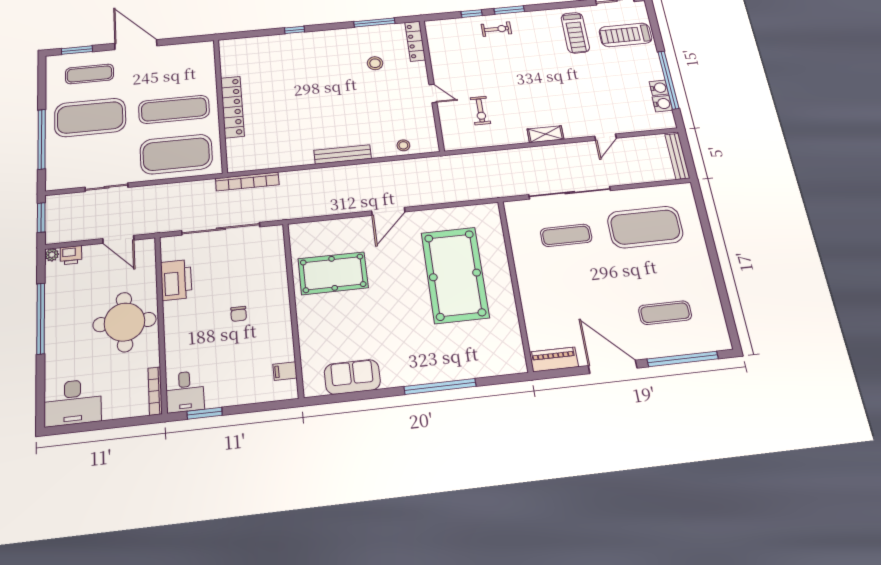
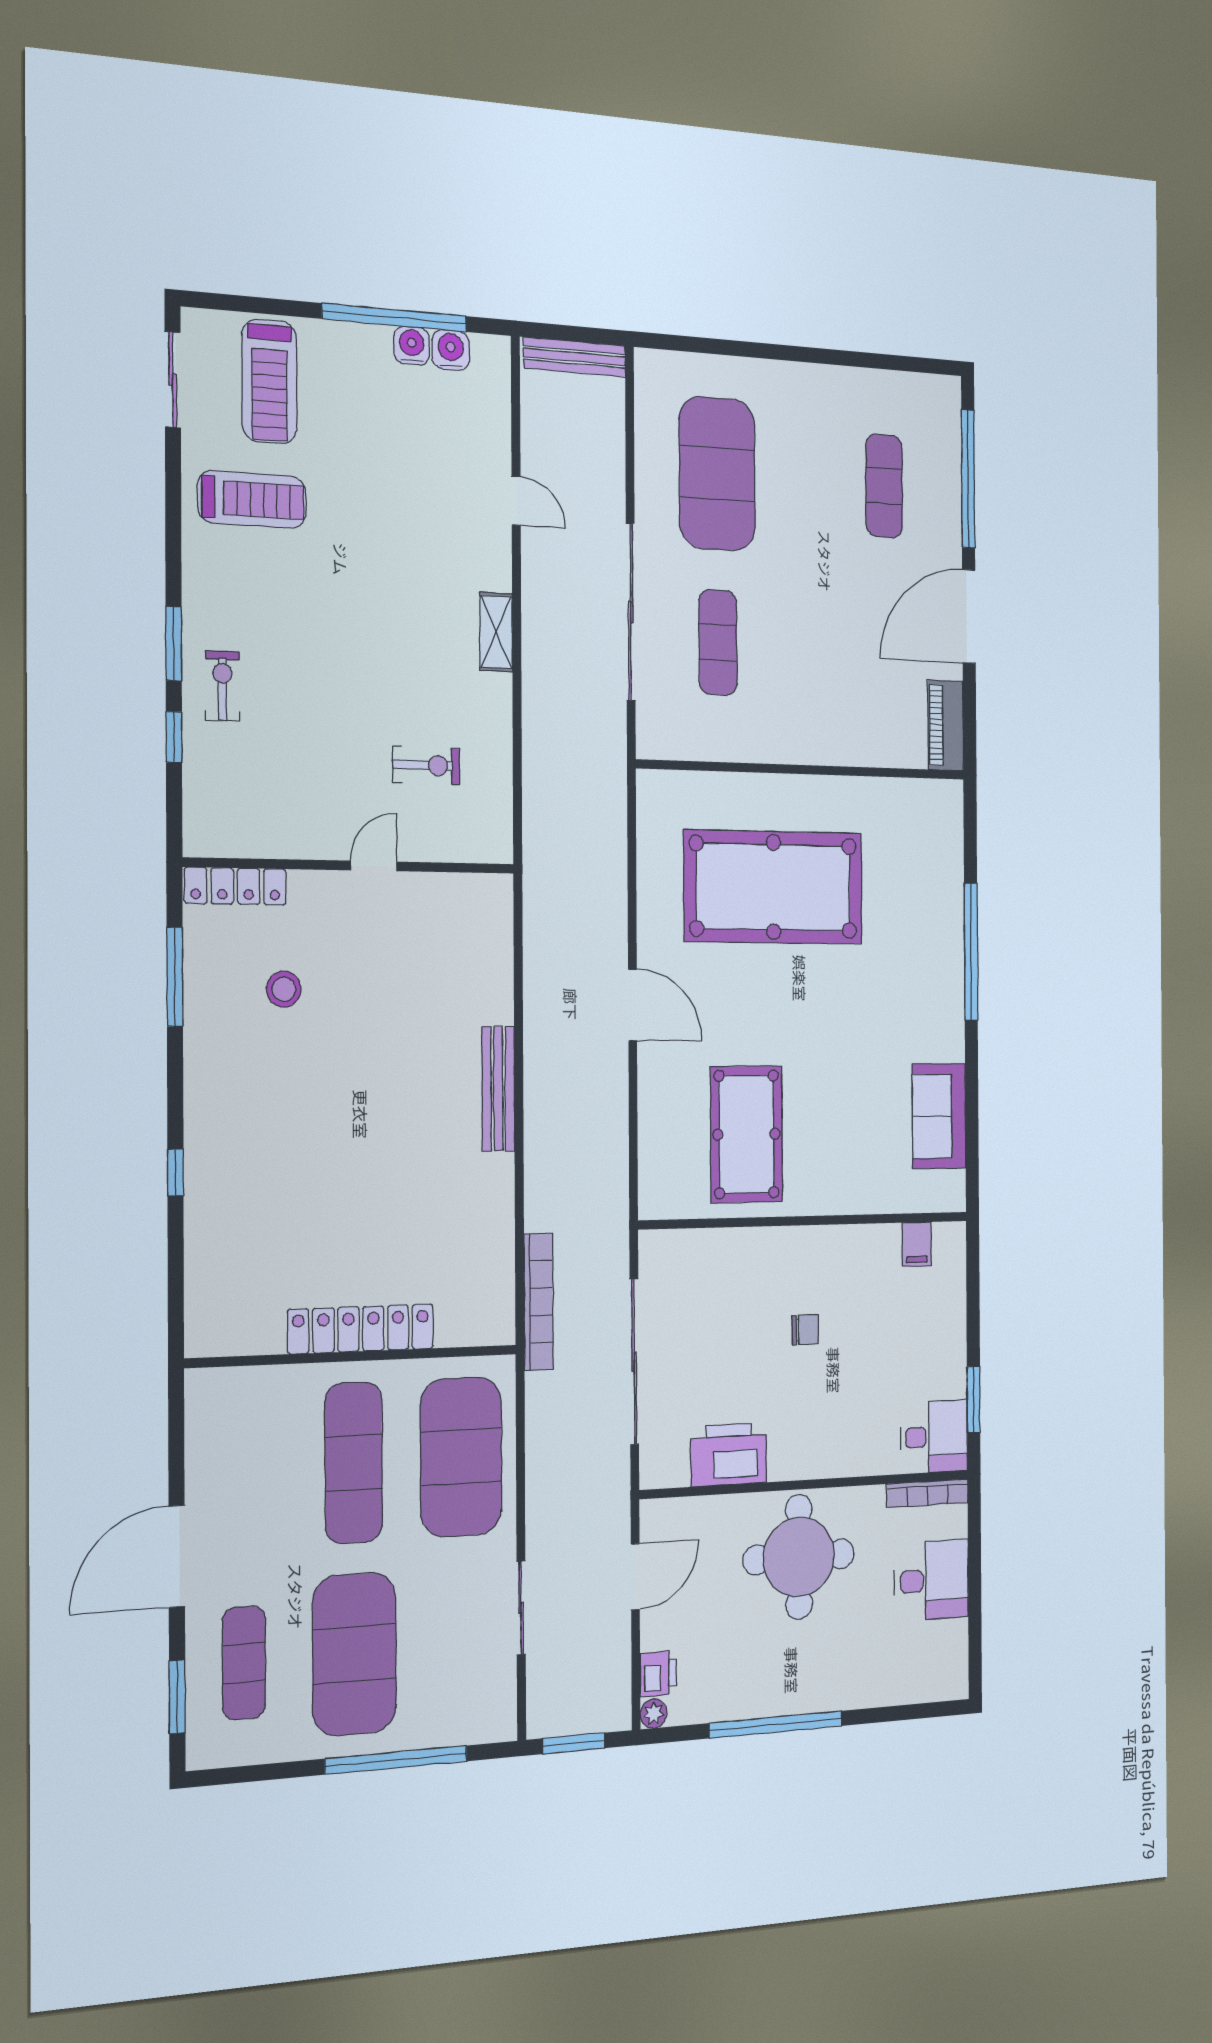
stool: (403, 145) -> (491, 952), removed
desk: (73, 402) -> (932, 1580), moved, width x0.73

